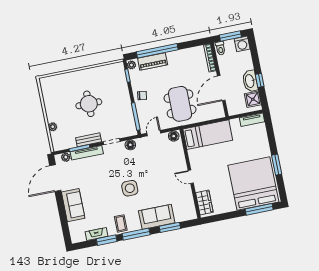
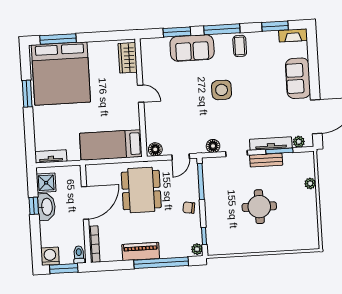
piano: (153, 61) -> (141, 251), moved
fireplace: (96, 234) -> (293, 35), moved
window: (107, 240) -> (275, 26), moved

